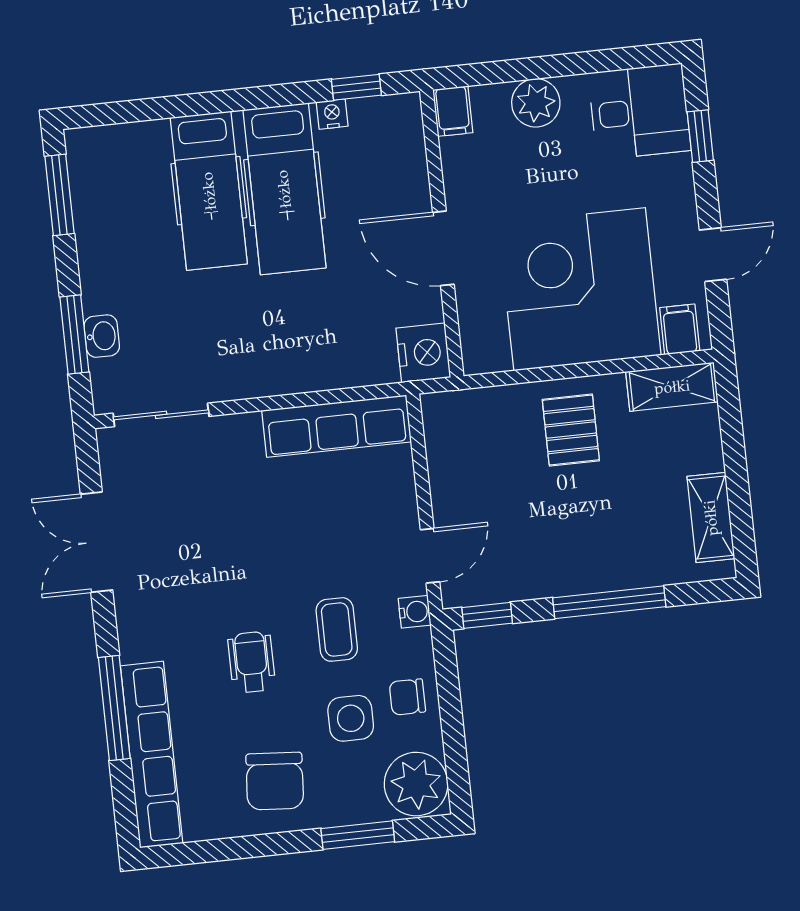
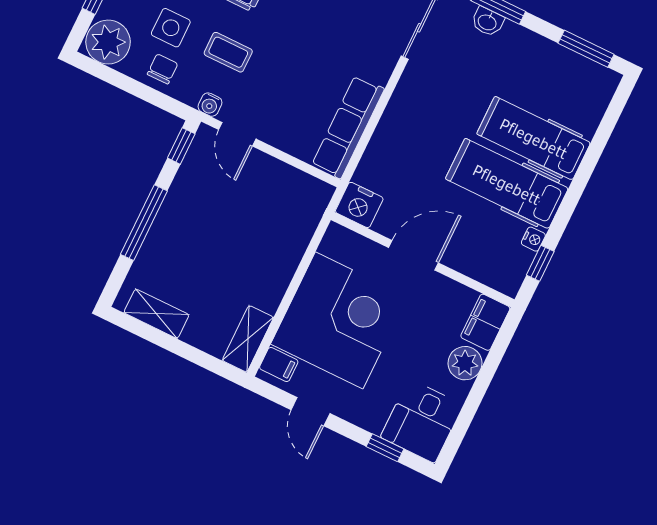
filing cabinet: (453, 111) -> (485, 322), width x2.00
pallet: (571, 430) -> (259, 263), removed

